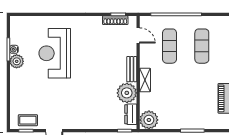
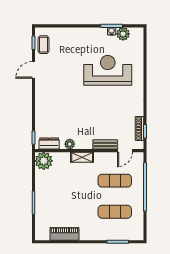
plant: (17, 61) -> (123, 34), moved
bench: (132, 69) -> (105, 144), moved
plant: (127, 93) -> (70, 144), width x0.53, depth x0.53

